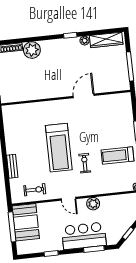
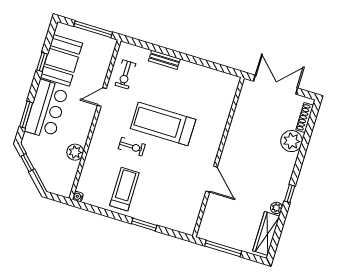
door: (68, 199) -> (102, 97), moved
plant: (93, 204) -> (75, 152), moved
booth: (26, 222) -> (61, 60), moved, turned 90

